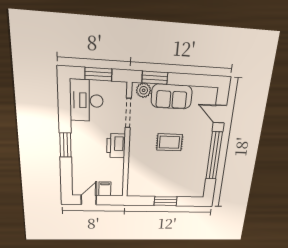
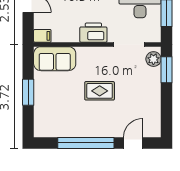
sofa: (172, 96) -> (55, 59), moved, turned -90
rug: (170, 142) -> (100, 91), turned 90
filing cabinet: (105, 189) -> (42, 36), moved

